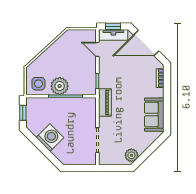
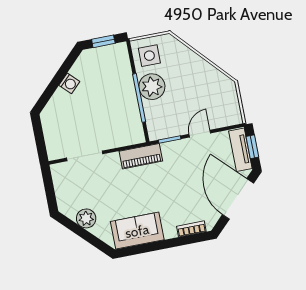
door: (97, 49) -> (200, 134), moved
washing machine: (50, 138) -> (69, 83), width x0.53, depth x0.53
plant: (131, 155) -> (86, 218), moved

